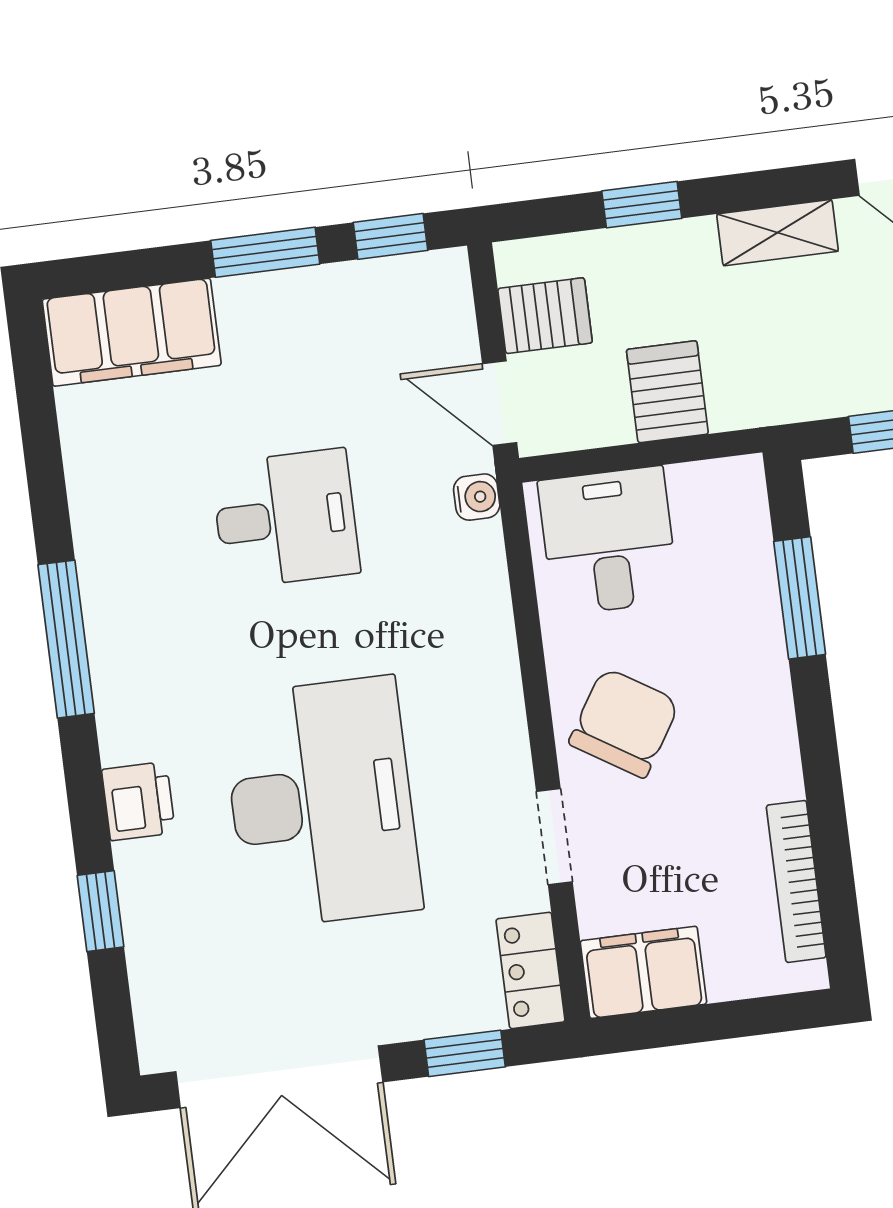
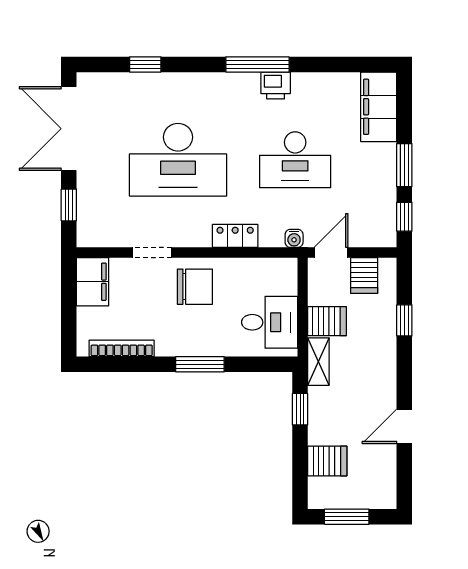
shelving: (778, 233) -> (318, 362), moved
desk: (286, 518) -> (295, 160), width x1.37
desk: (608, 541) -> (270, 322), moved
window: (800, 598) -> (200, 364), moved
chair: (624, 723) -> (195, 287), turned -32
printer: (138, 801) -> (276, 85), moved
locker: (530, 970) -> (235, 236), moved

